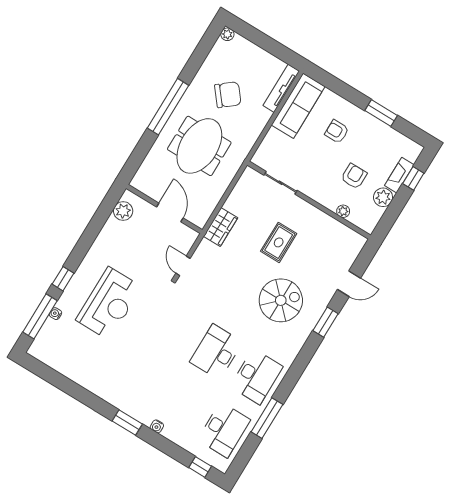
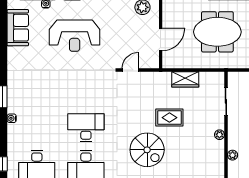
plant: (312, 212) -> (219, 135), added
wardrobe: (221, 227) -> (185, 79), moved
rug: (279, 242) -> (169, 118), moved
sofa: (63, 360) -> (18, 28), added

